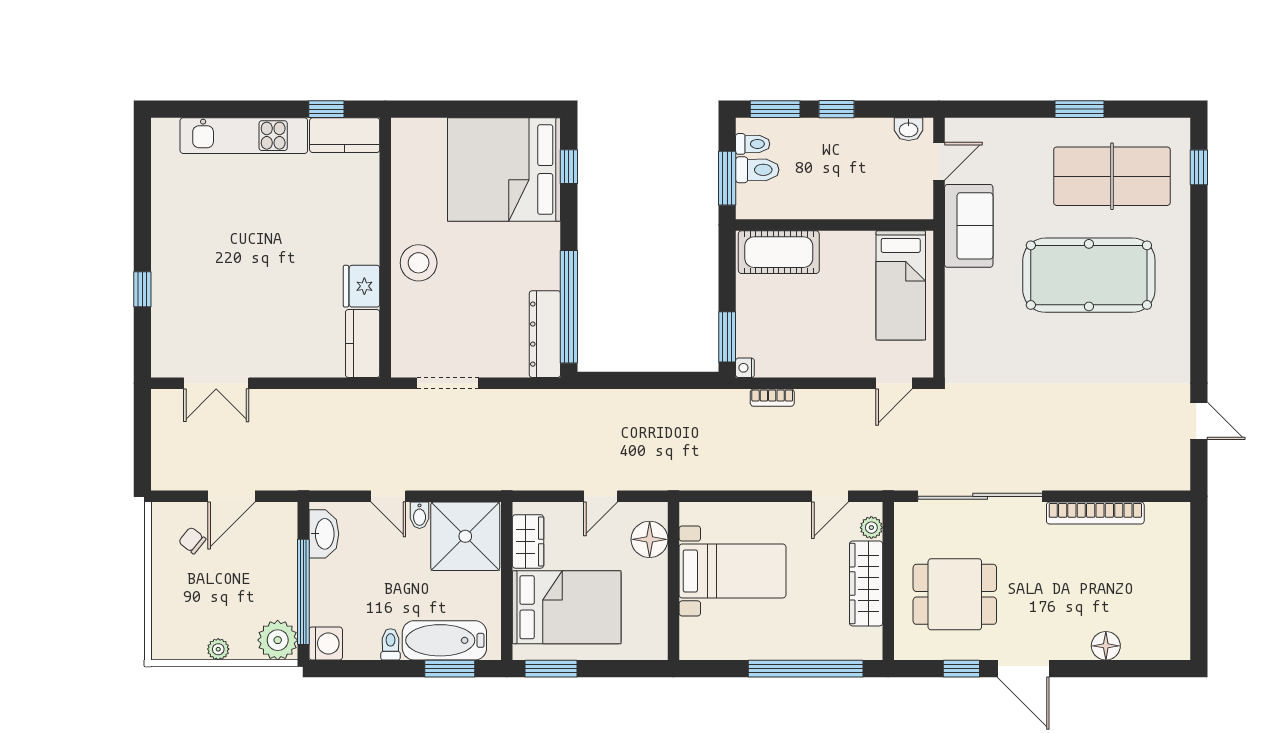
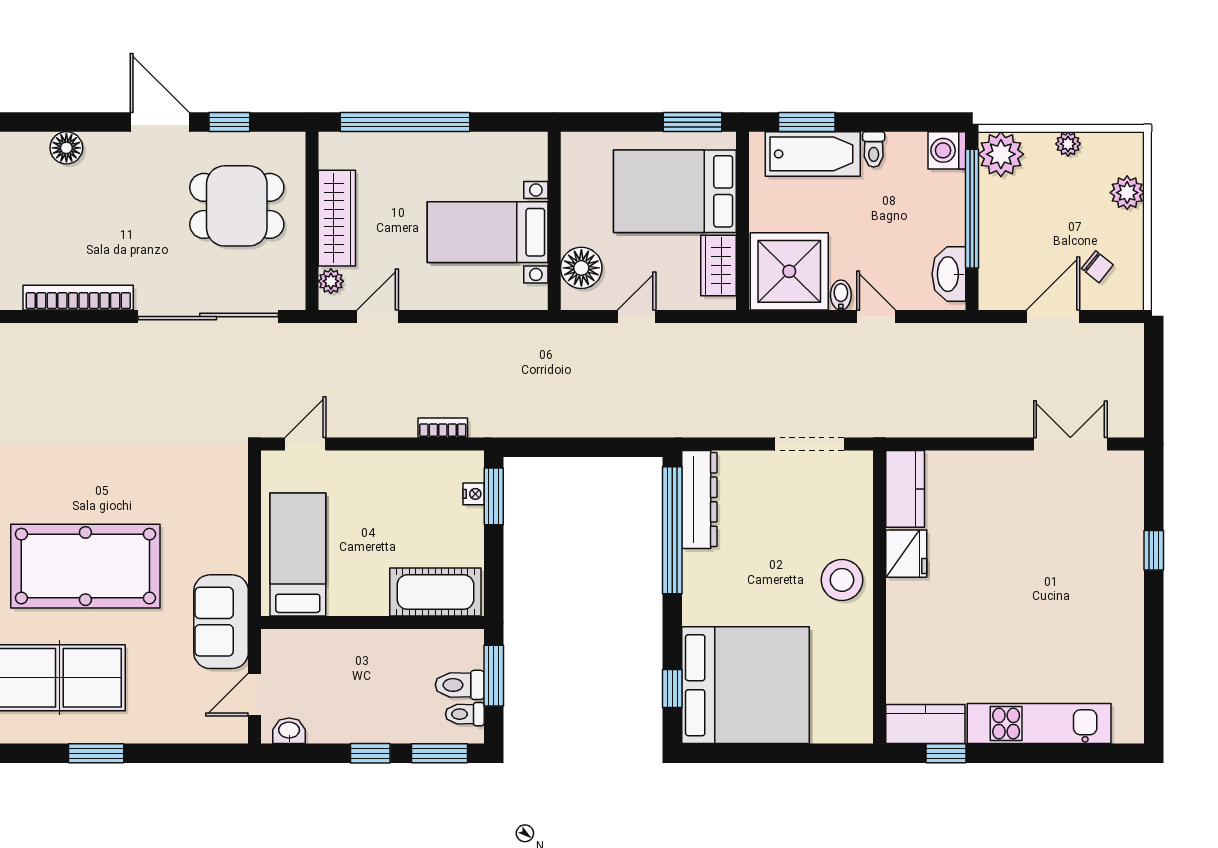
nightstand: (745, 368) -> (474, 494), moved
plant: (166, 606) -> (1127, 193), added

